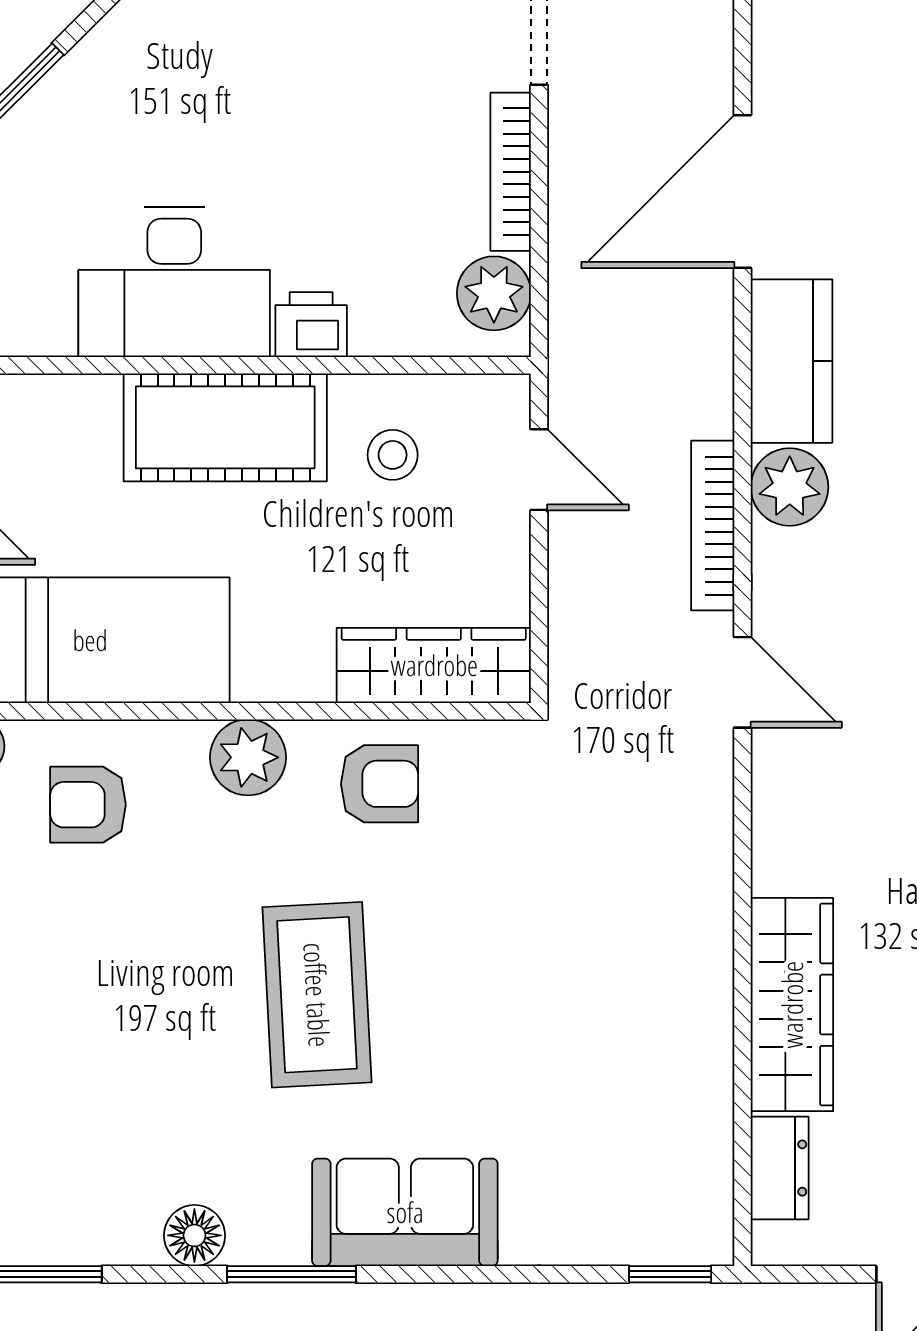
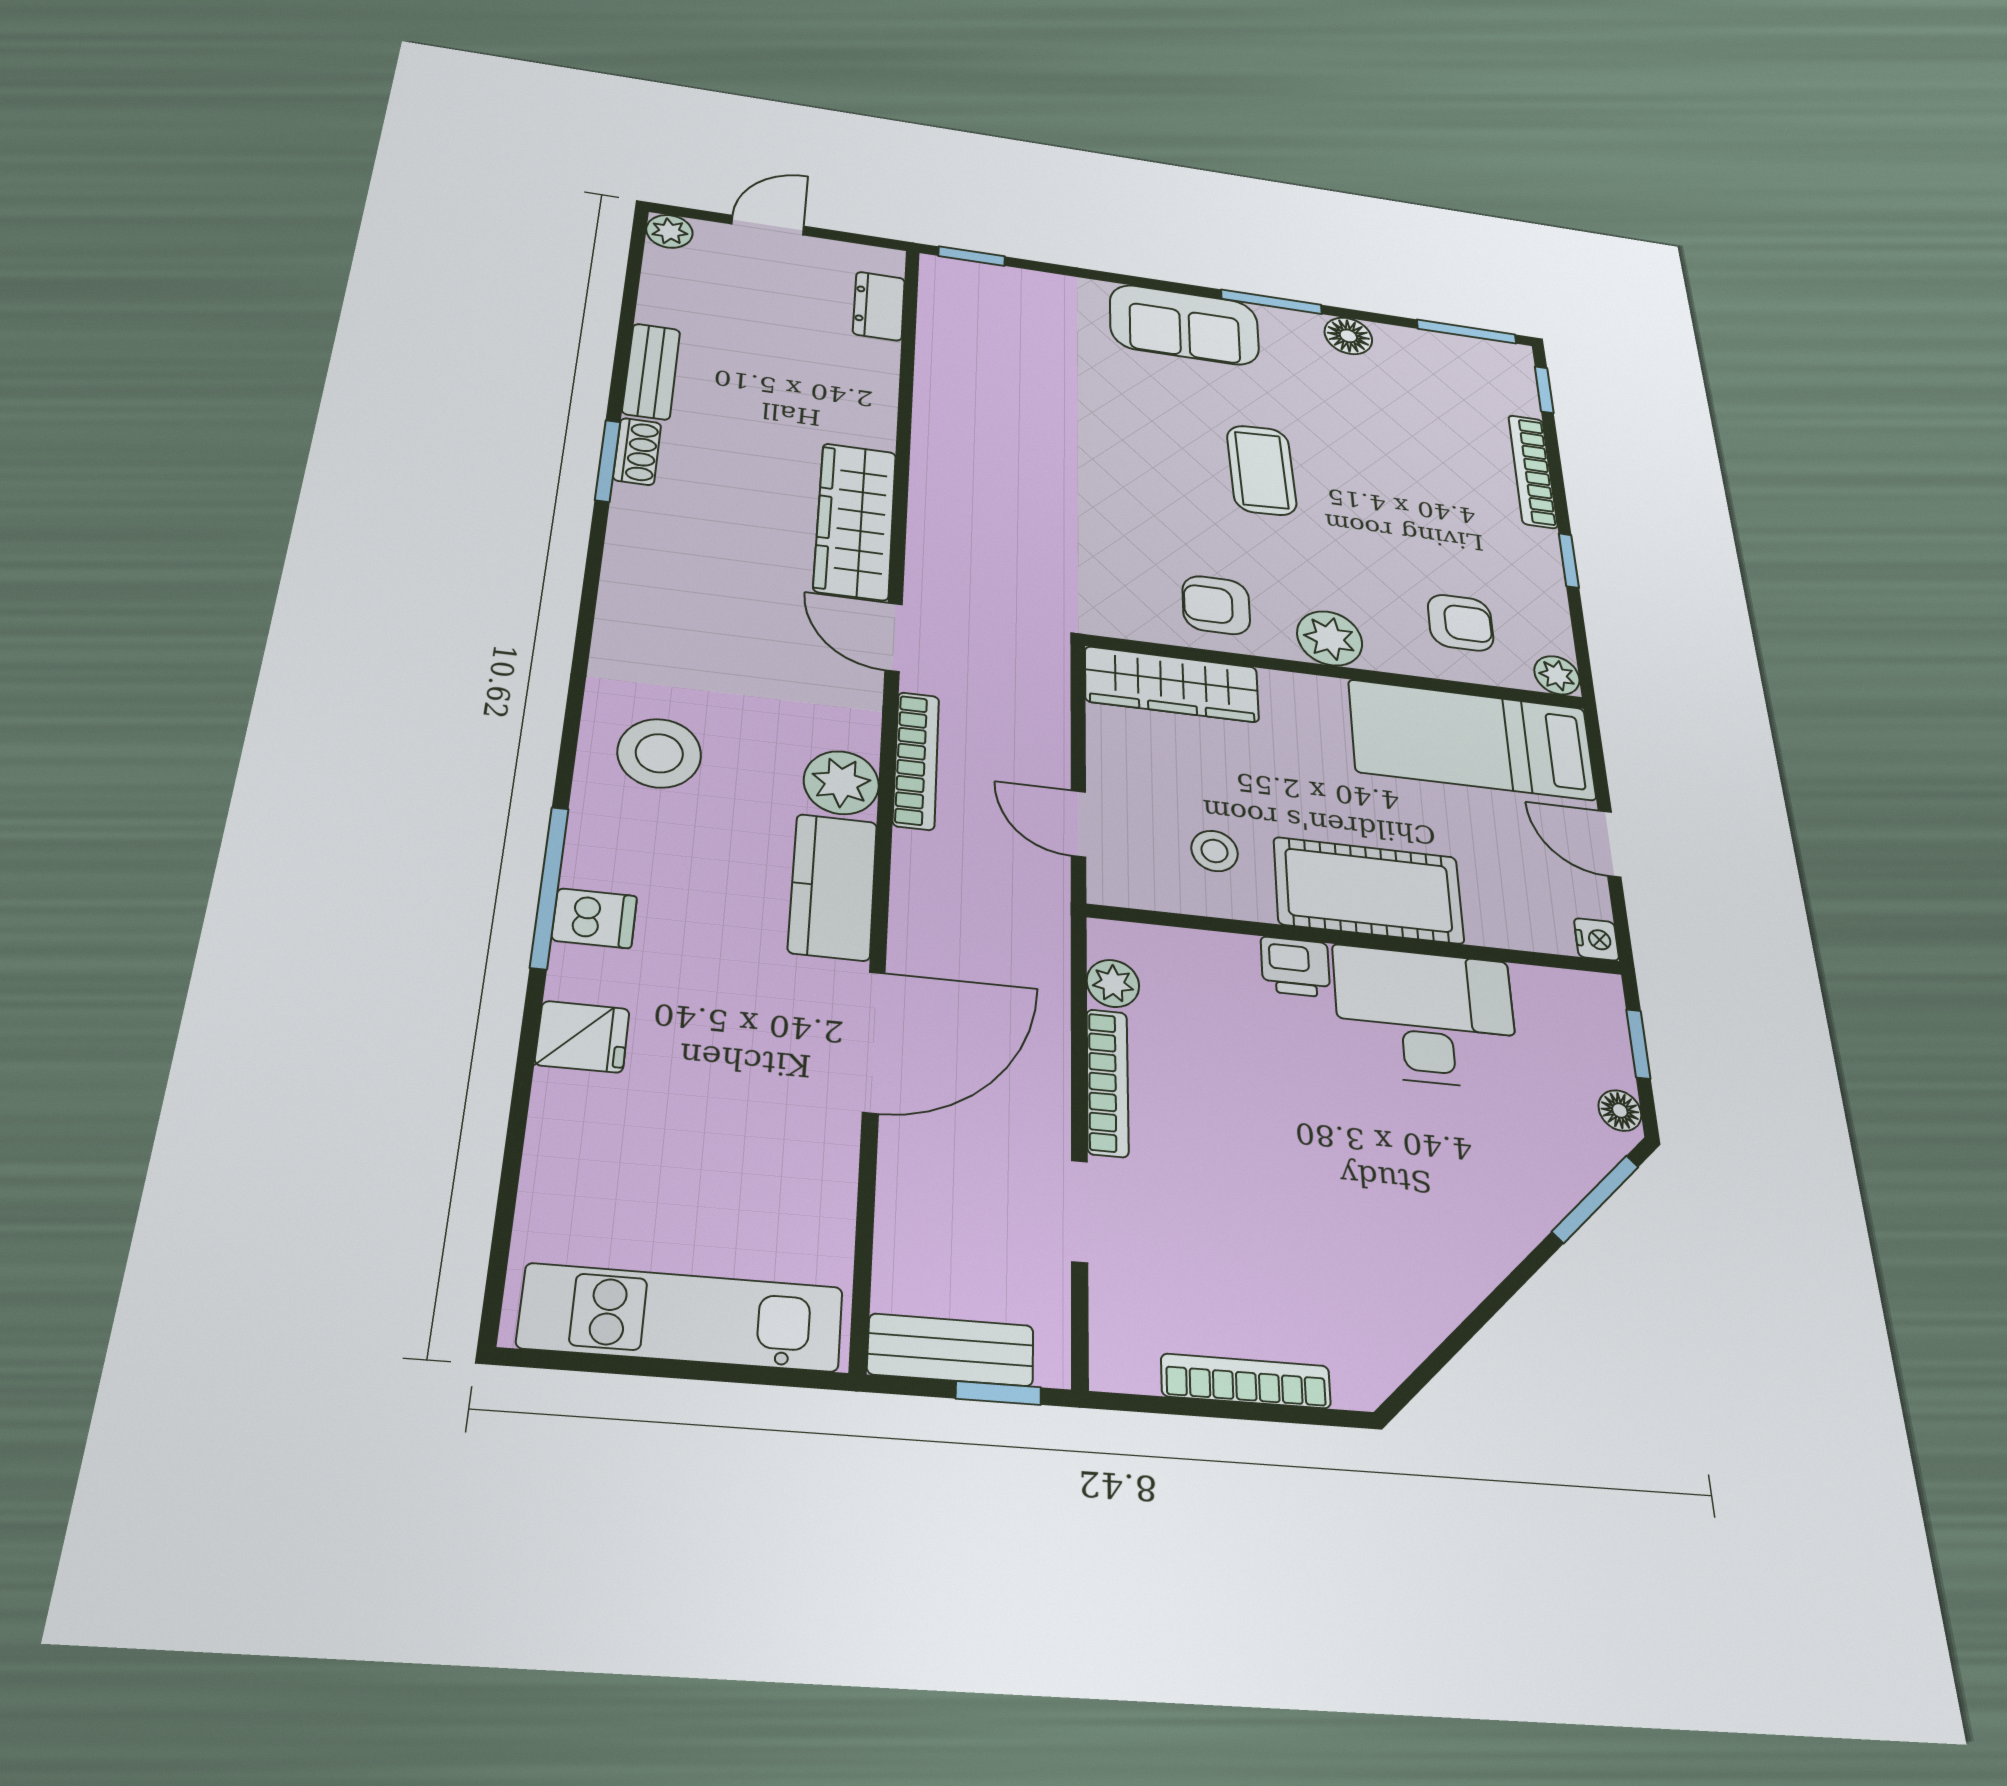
plant: (494, 293) -> (1113, 983), width x0.73, depth x0.73
coffee table: (317, 995) -> (1262, 470), width x0.73, depth x0.76
wardrobe: (792, 1005) -> (855, 521), moved

